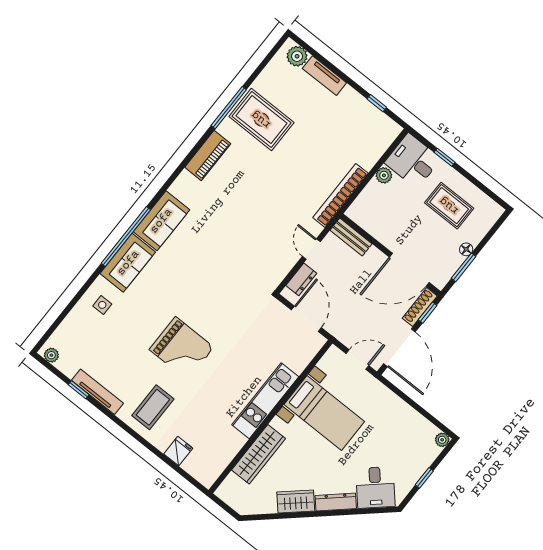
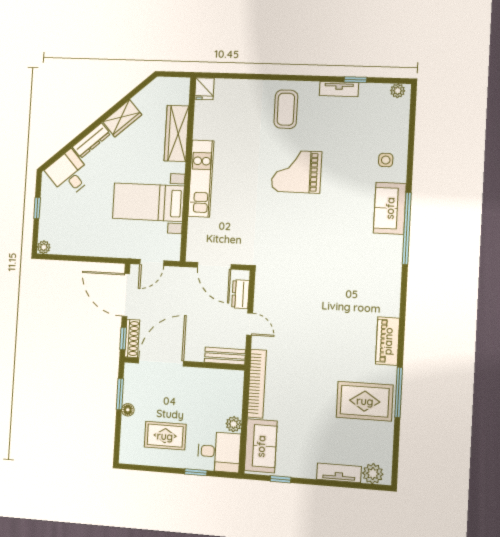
sofa: (161, 221) -> (261, 446), moved, turned 180
tv unit: (98, 392) -> (339, 89), width x0.71
fridge: (178, 451) -> (204, 89), moved

